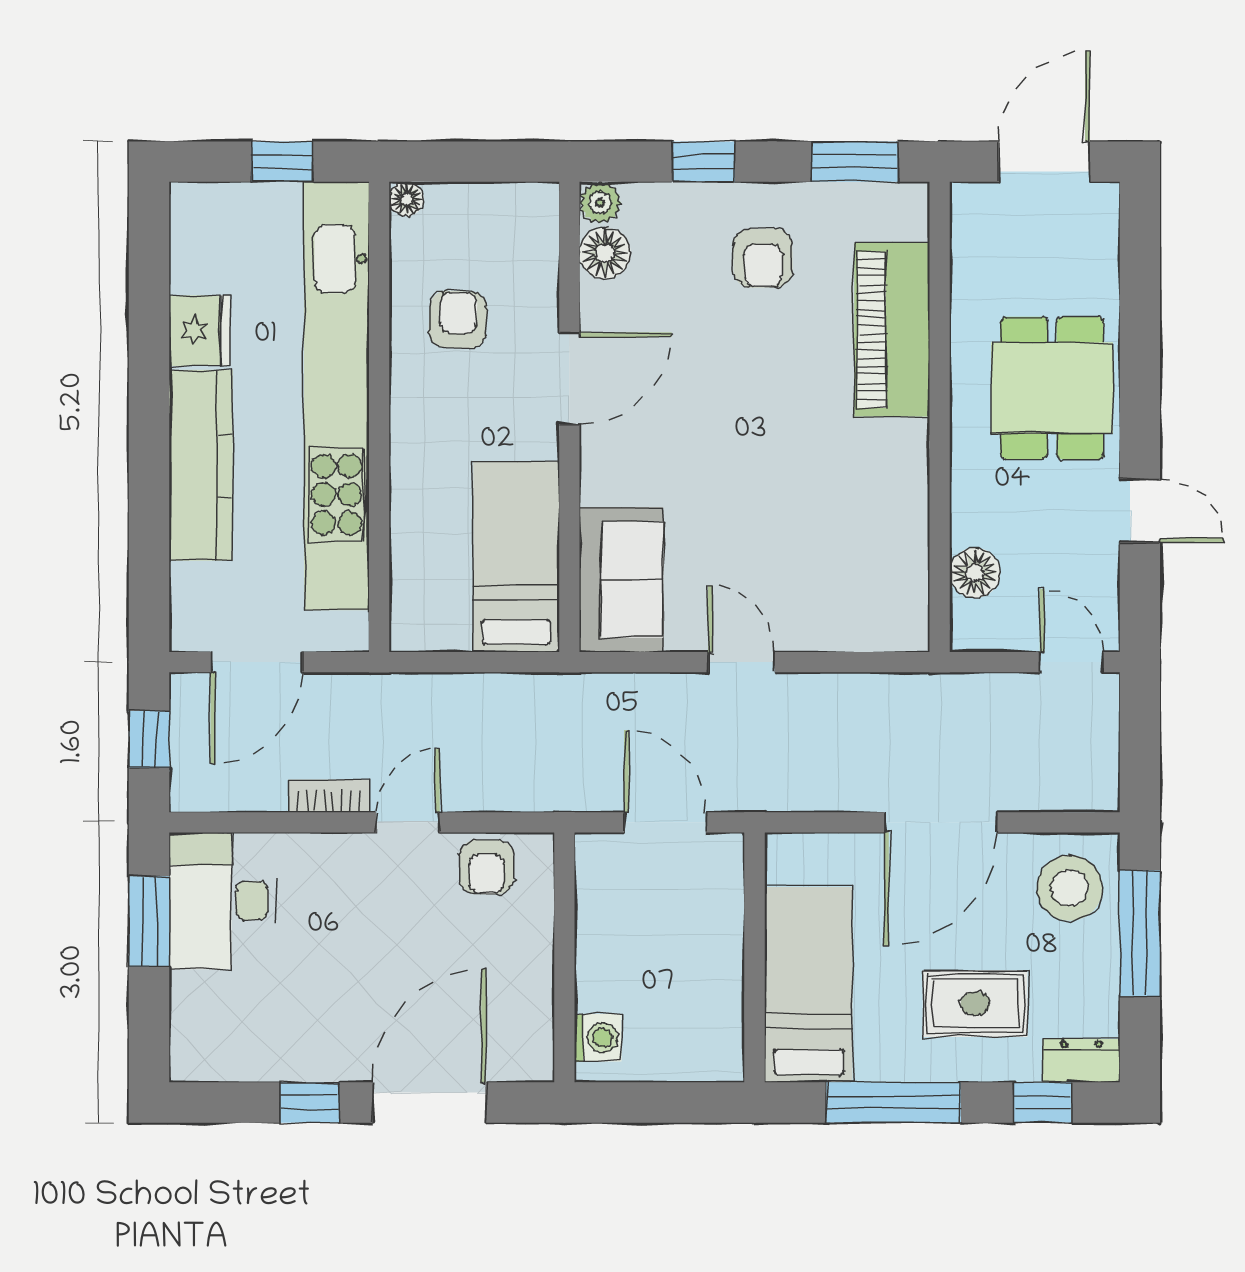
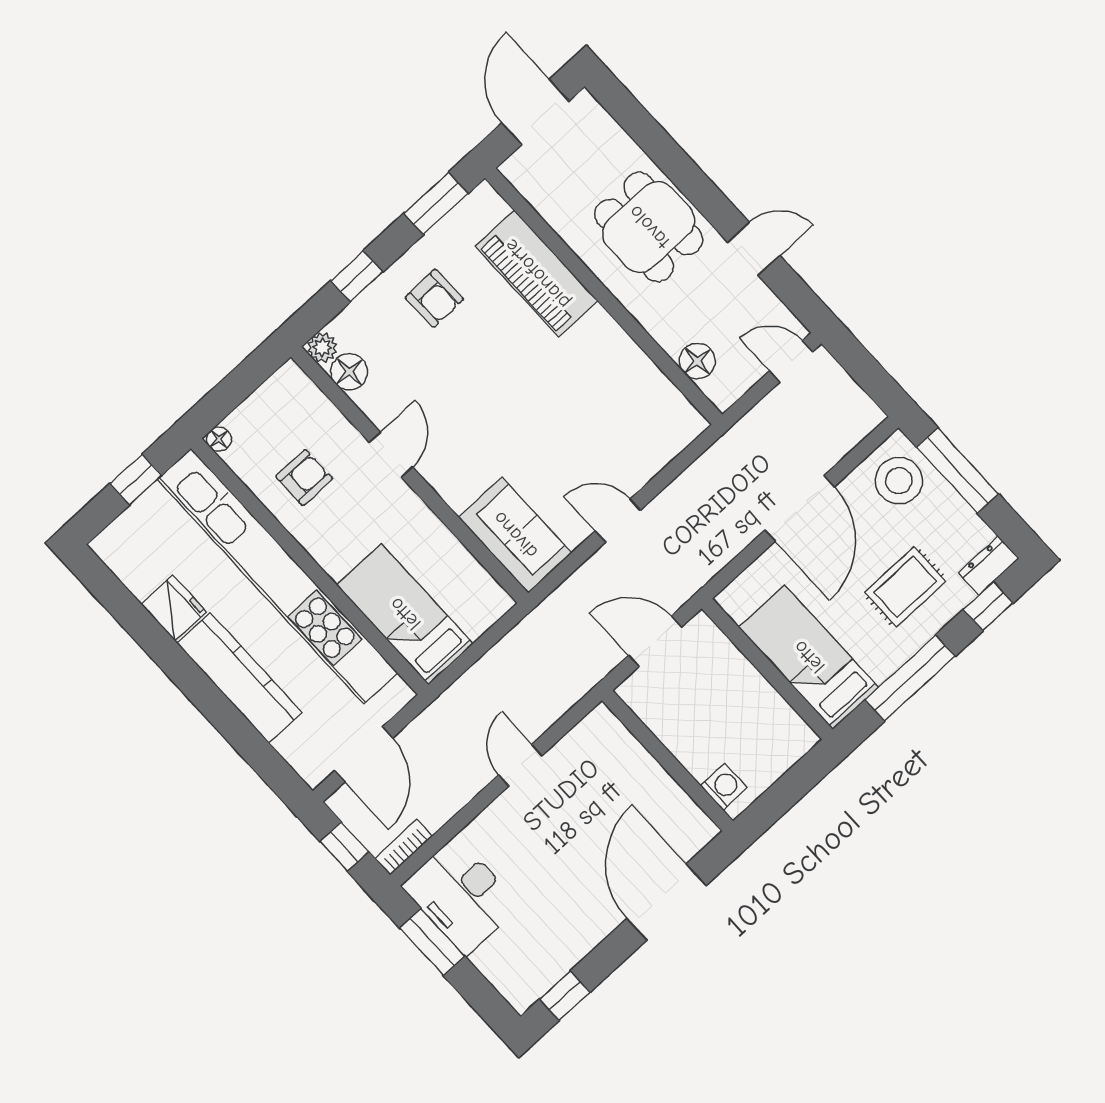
armchair: (458, 320) -> (304, 478), turned 87
door: (569, 378) -> (391, 455), width x0.73
bed: (516, 557) -> (405, 614), moved
bookcase: (329, 796) -> (404, 847), moved
armchair: (486, 867) -> (583, 751), removed
window: (310, 1103) -> (565, 996), moved

